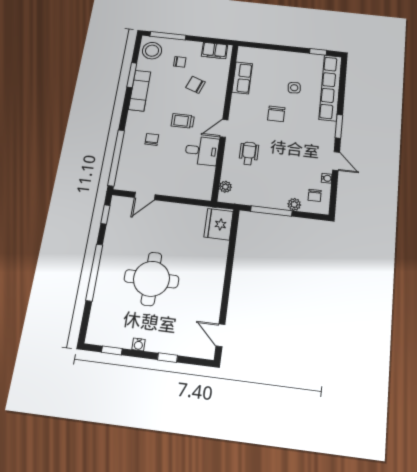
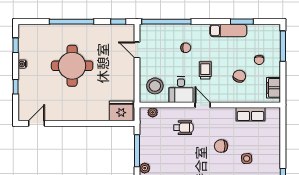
stool: (152, 51) -> (155, 86), moved

